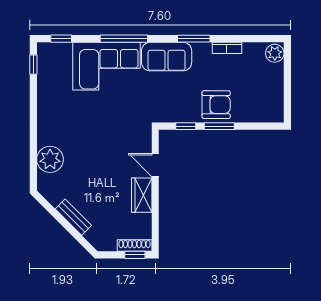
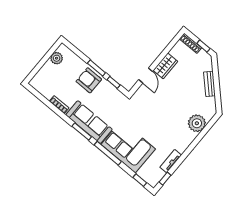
window: (194, 39) -> (82, 132), moved
plant: (275, 53) -> (57, 58), moved
sofa: (167, 57) -> (89, 122), width x1.36
tv unit: (44, 90) -> (171, 161), added
window: (135, 255) -> (203, 46), moved

